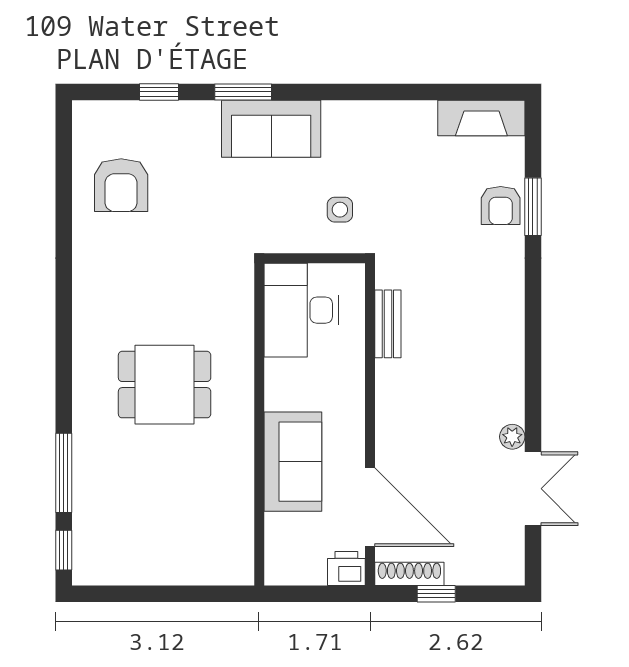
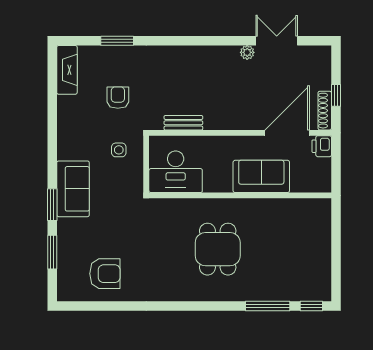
window: (159, 92) -> (52, 252), width x1.50
armchair: (501, 205) -> (118, 98), moved, turned -90

